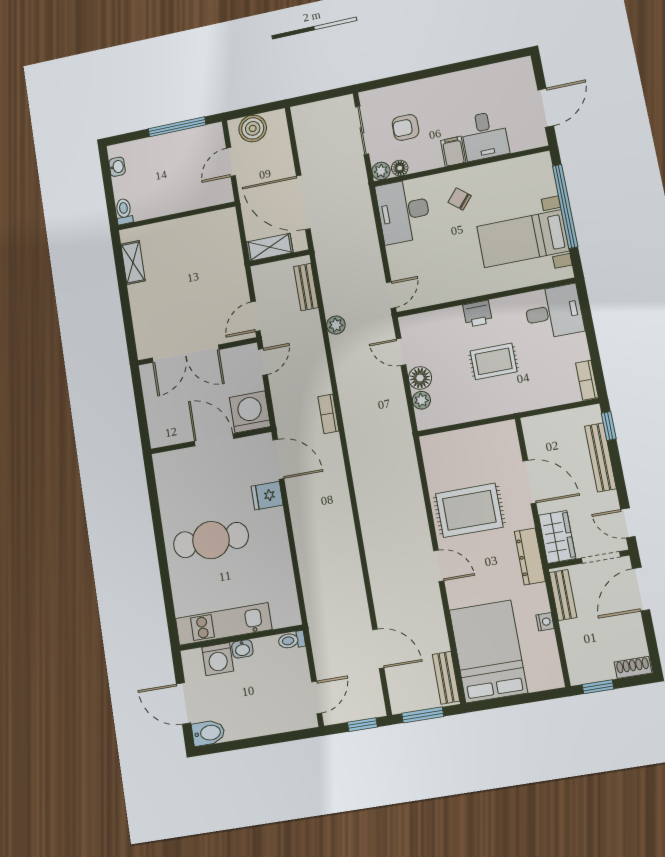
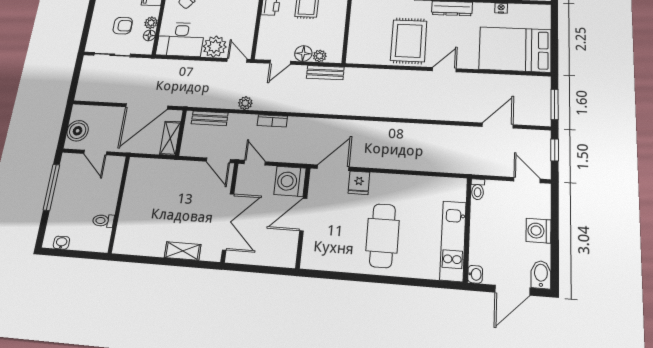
armchair: (406, 127) -> (123, 26), turned -90
plant: (381, 171) -> (151, 23), moved
toilet: (124, 211) -> (103, 221), moved
plant: (404, 260) -> (215, 47), added
shelving: (133, 262) -> (183, 251), moved
bookcase: (328, 414) -> (272, 121), moved
washbasin: (242, 649) -> (475, 274), moved
washing machine: (218, 659) -> (538, 231), moved, turned 180
bench: (446, 678) -> (325, 73), moved

